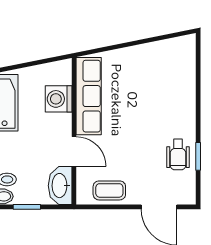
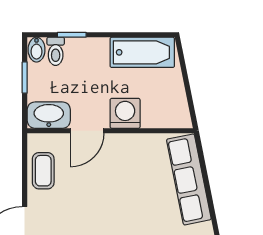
row of seats: (89, 96) -> (189, 179), moved, turned 79
washing machine: (59, 99) -> (125, 113), moved

